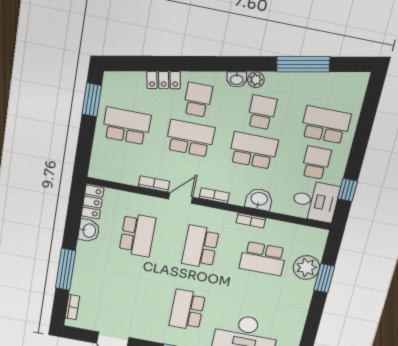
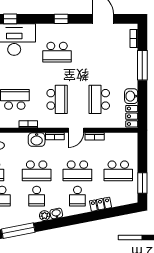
washbasin: (259, 199) -> (37, 140), moved
school desk: (187, 310) -> (57, 52), turned 90

